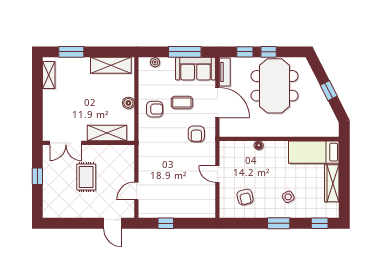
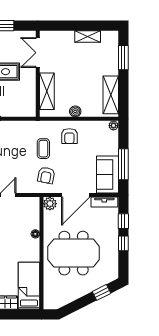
plant: (155, 62) -> (113, 126), moved
shelving: (49, 75) -> (88, 37), moved
meeting table: (275, 86) -> (74, 253), moved
window: (329, 91) -> (101, 292), moved
coffee table: (182, 103) -> (43, 149), moved
plant: (226, 130) -> (50, 204), added
armchair: (196, 134) -> (46, 175), turned -79

